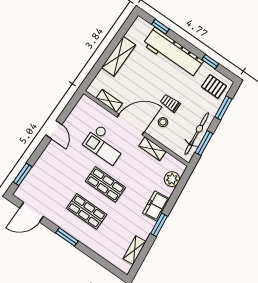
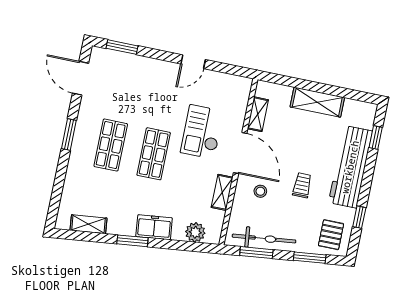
trolley: (170, 103) -> (302, 185), moved

